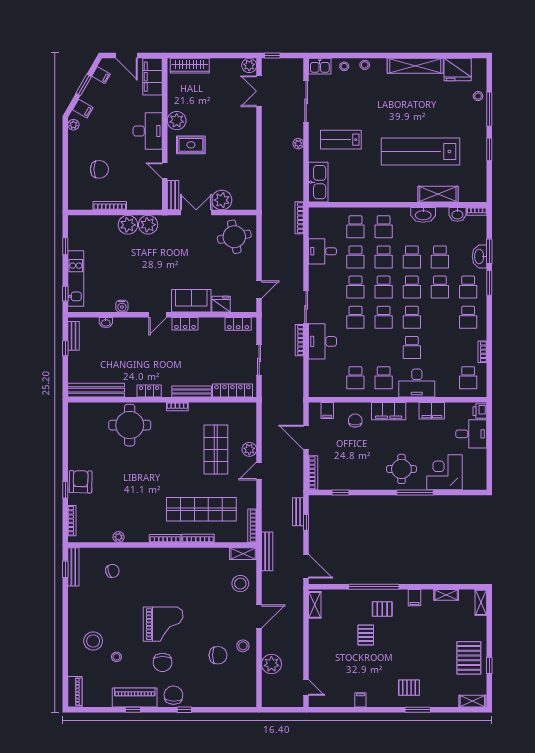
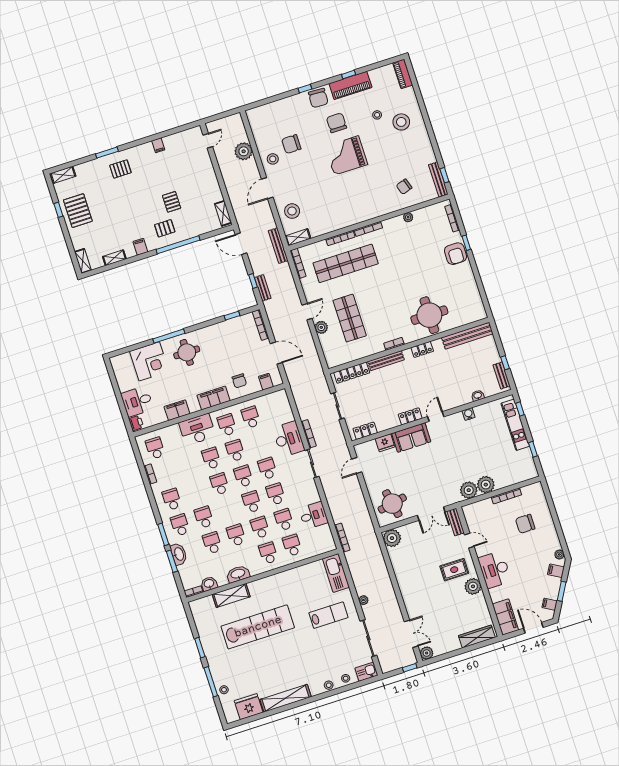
plant: (222, 200) -> (392, 538), moved
school desk: (412, 287) -> (235, 451), moved
door: (306, 688) -> (208, 141), swing flipped

